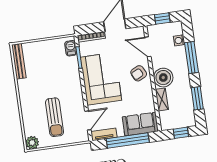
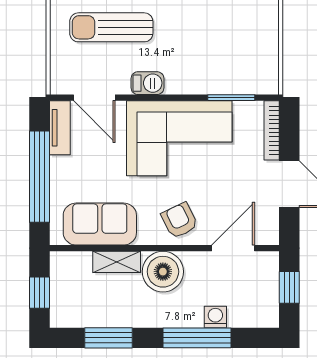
washing machine: (179, 40) -> (215, 317), moved
barbecue: (71, 48) -> (147, 83), moved
sofa: (140, 124) -> (100, 224), moved, turned -90

